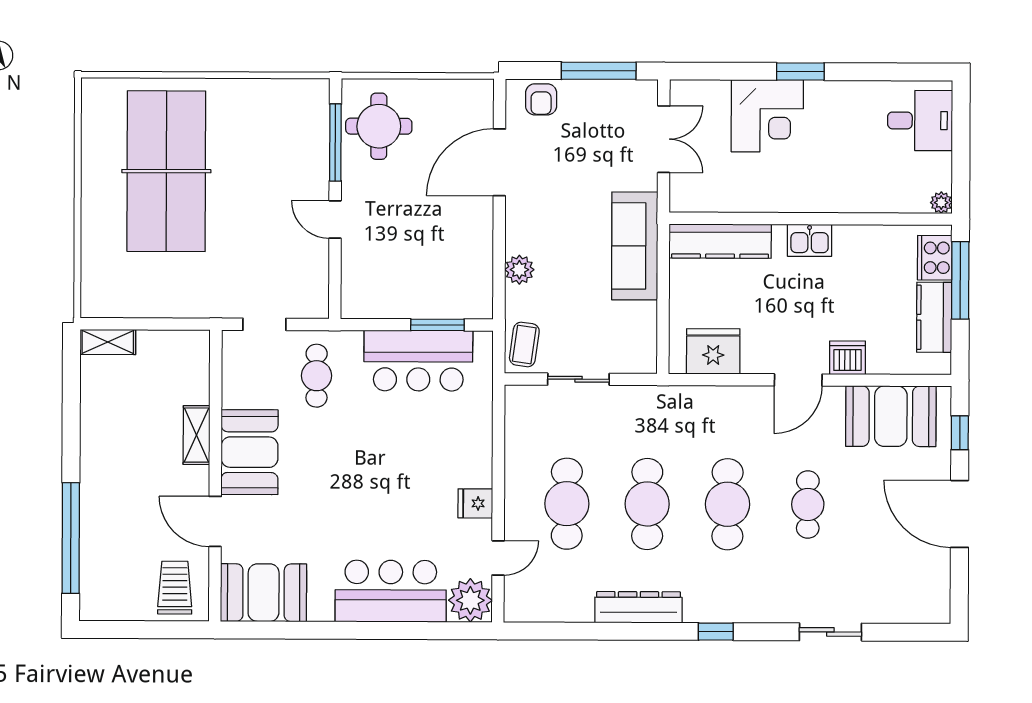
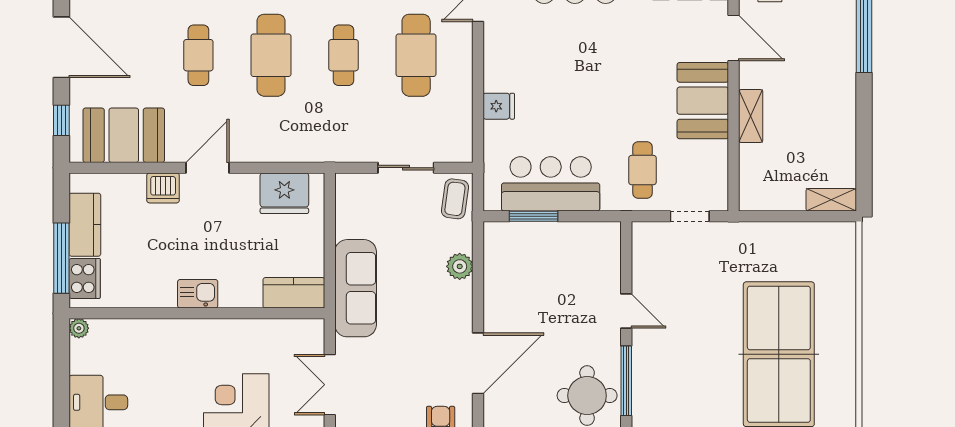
kitchen counter: (720, 241) -> (294, 293), width x0.67
fridge: (475, 503) -> (499, 106), moved
cafe table: (647, 504) -> (344, 55), width x0.73, depth x0.74

